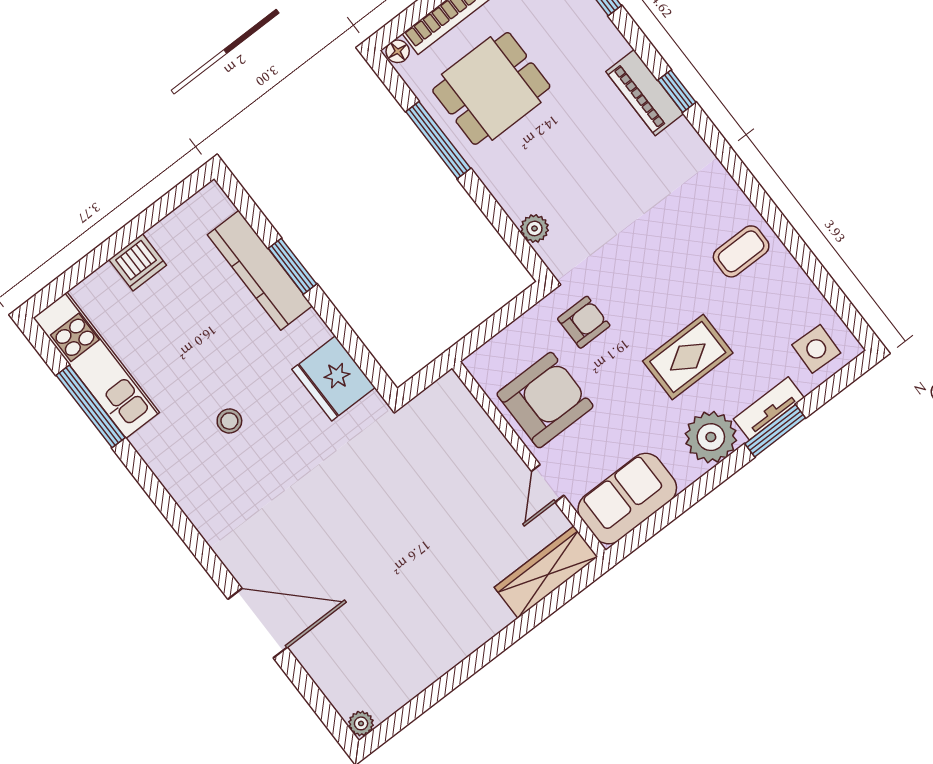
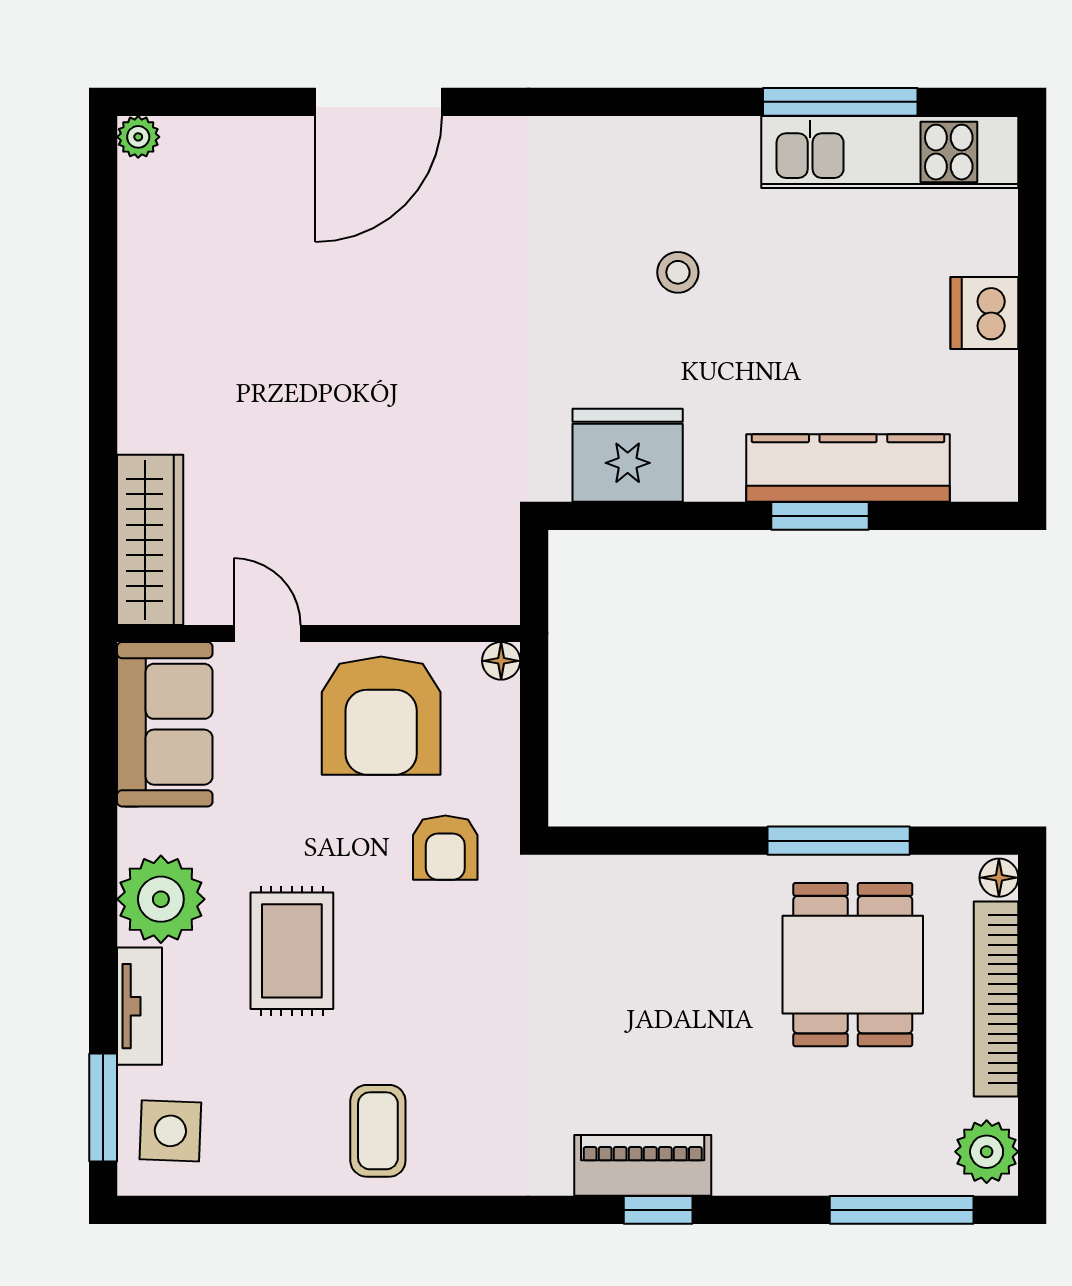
piano: (645, 93) -> (643, 1165), moved
plant: (534, 228) -> (621, 878), removed
floor lamp: (476, 364) -> (501, 661), added
window: (775, 431) -> (103, 1107), moved

